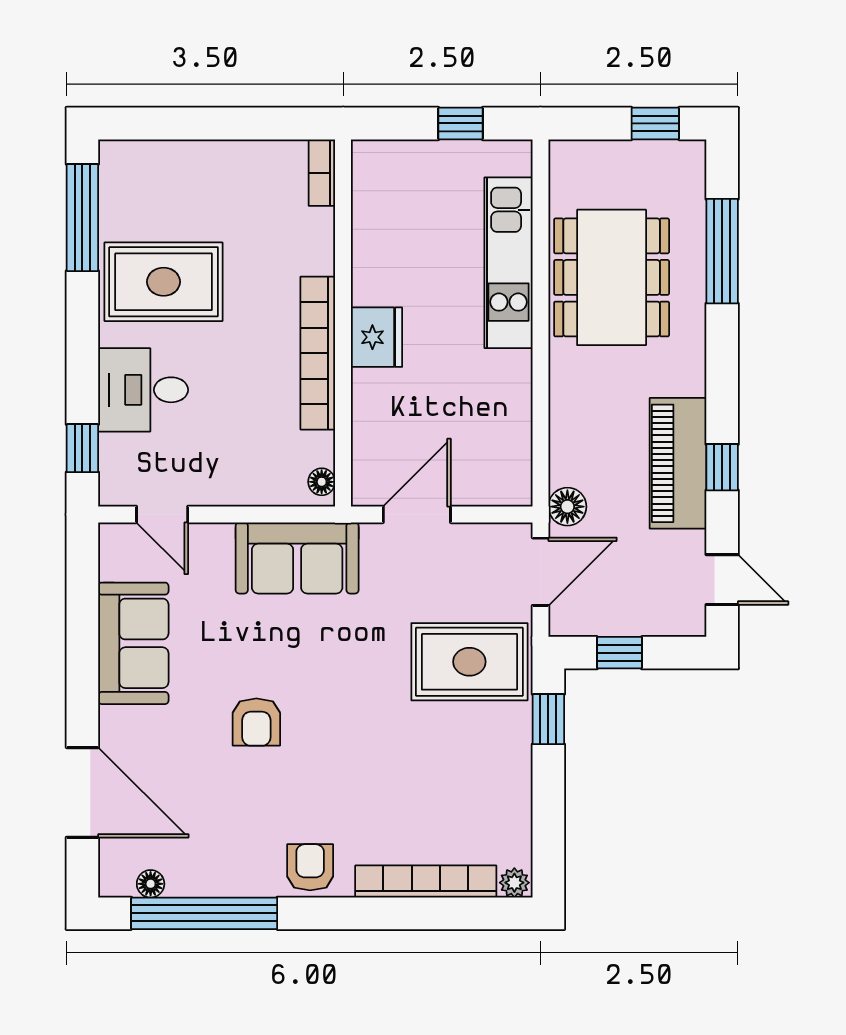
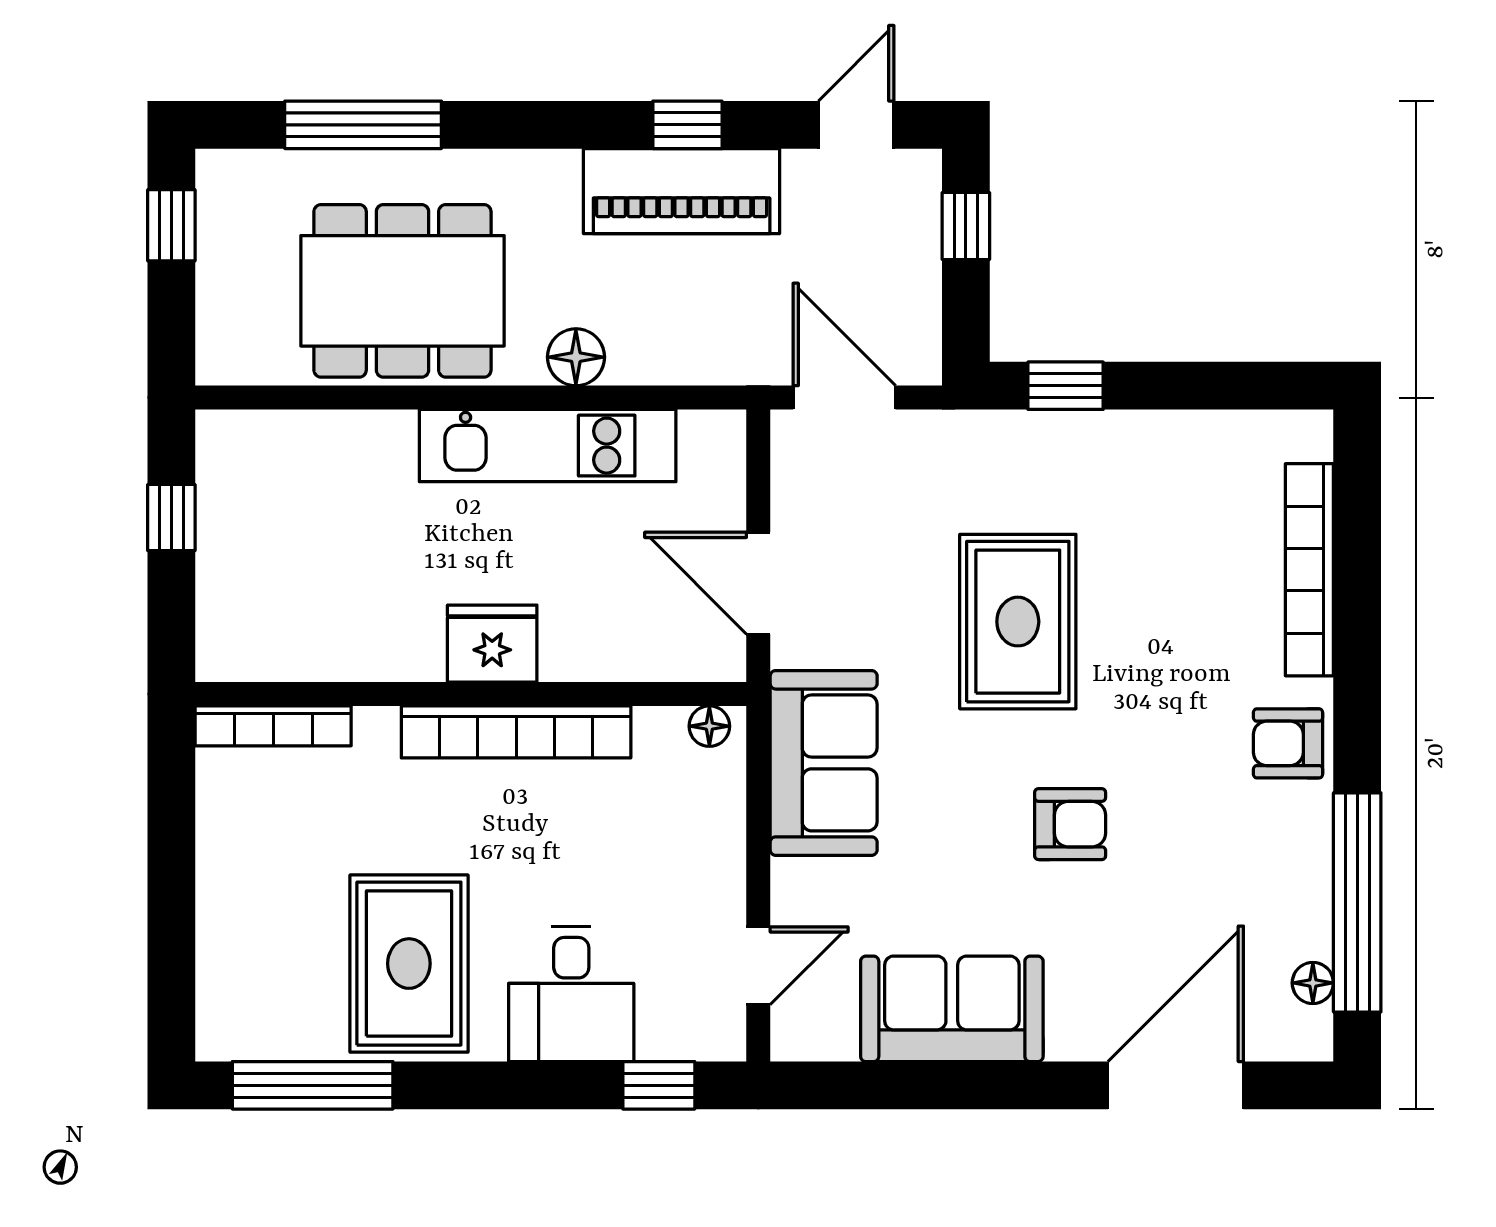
bookcase: (322, 173) -> (273, 726), width x1.56
kitchen unit: (509, 263) -> (548, 446), moved
floor lamp: (567, 507) -> (576, 357), moved
window: (619, 653) -> (966, 226), moved
rug: (469, 662) -> (1018, 622), moved
plant: (514, 883) -> (1311, 437), removed

